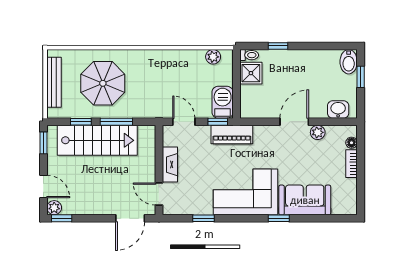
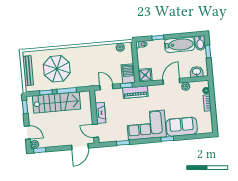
bathtub: (314, 61) -> (180, 45), added
shower: (251, 73) -> (145, 75), moved

